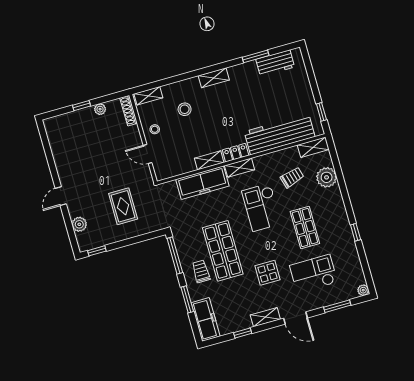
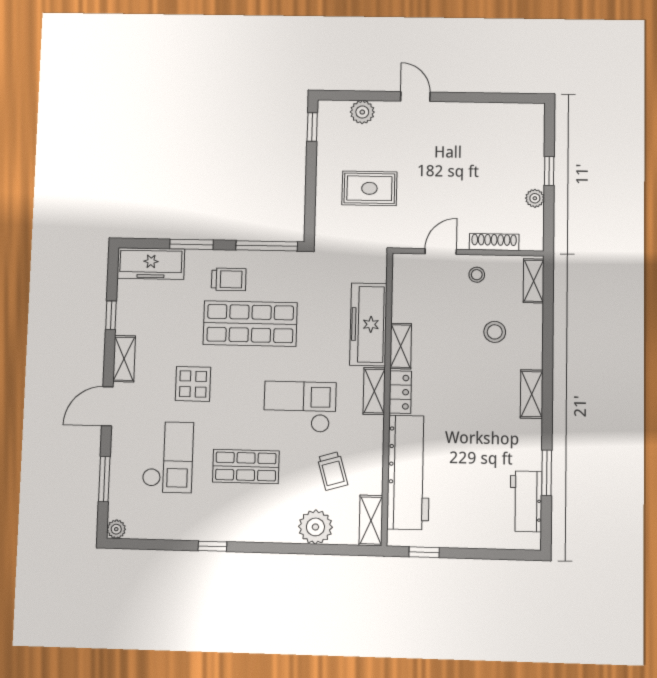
shoe rack: (129, 111) -> (494, 242), moved

